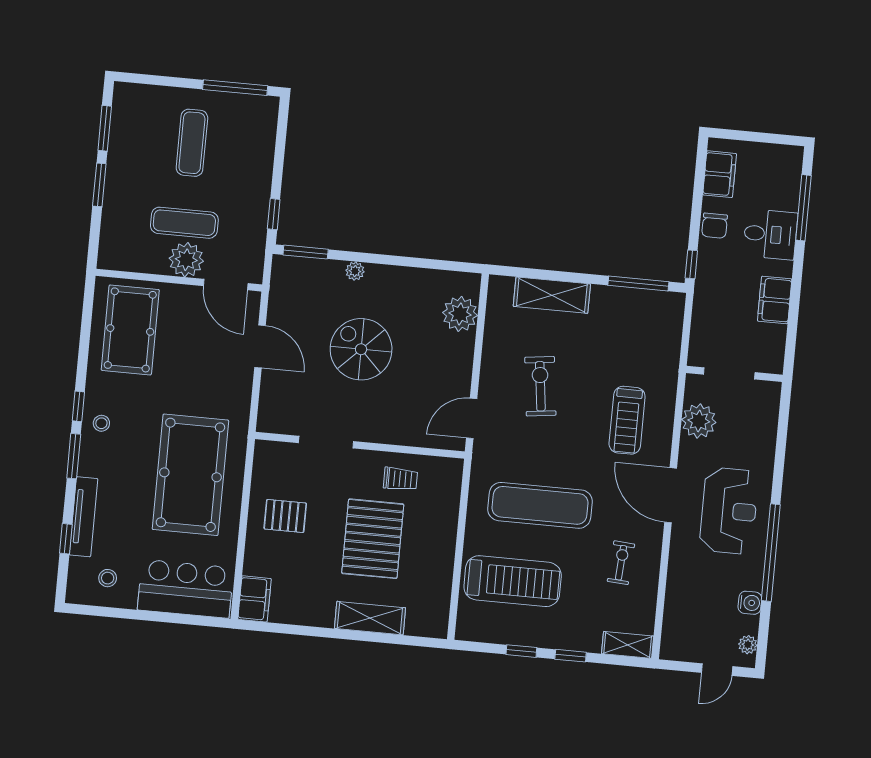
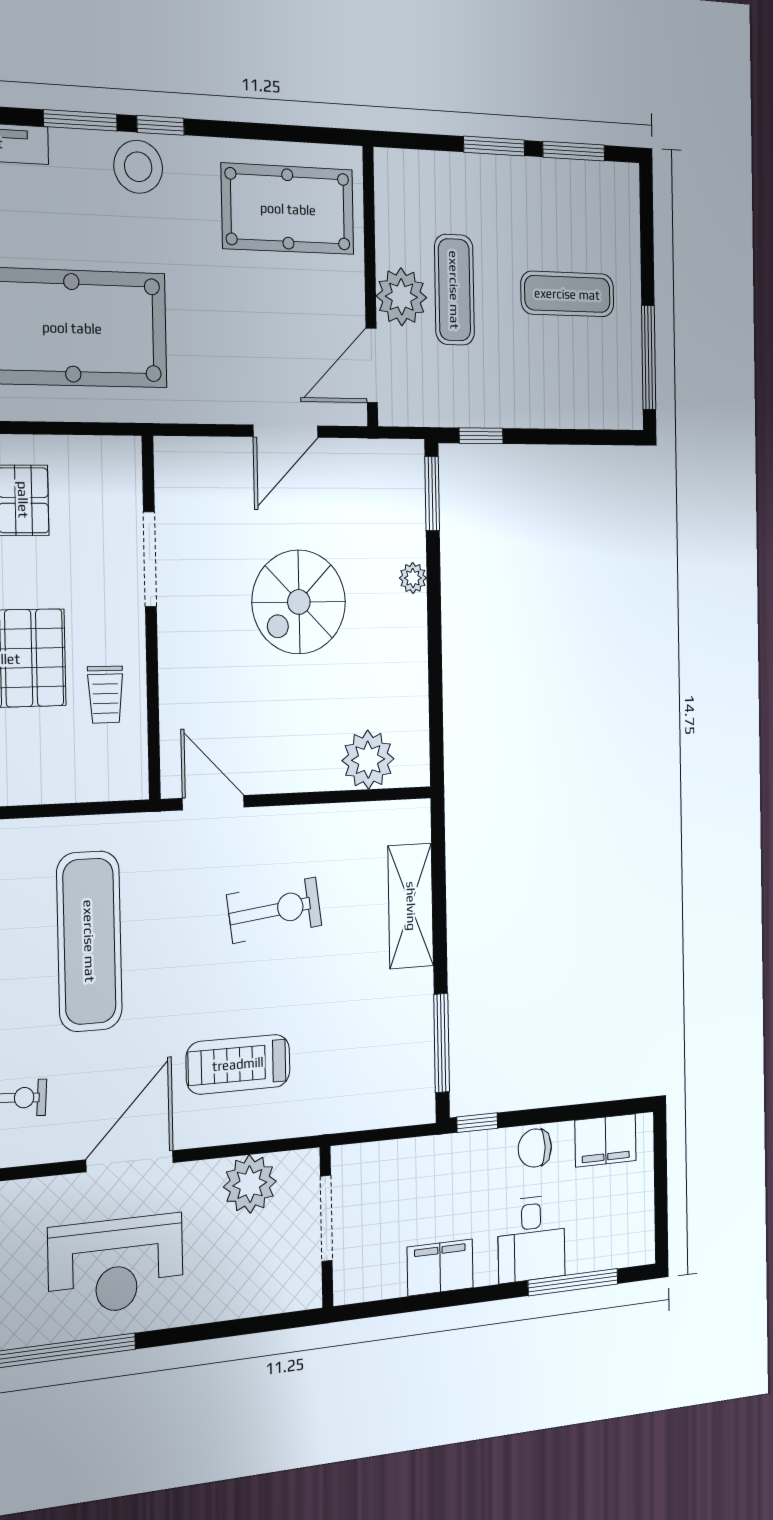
spiral stairs: (361, 349) -> (299, 602), turned 180
stool: (101, 423) -> (138, 167), width x1.89, depth x1.89

